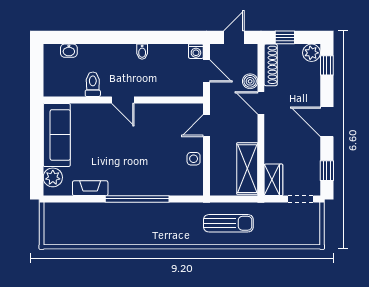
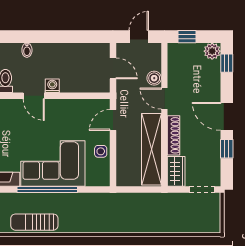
washing machine: (196, 51) -> (52, 86), moved, turned 180
bidet: (142, 52) -> (27, 50), moved
shoe rack: (271, 65) -> (174, 135), moved
shelving: (247, 169) -> (151, 149), width x1.47
window: (327, 171) -> (227, 149), moved
corner sofa: (143, 172) -> (53, 163), added
sun lounger: (228, 223) -> (34, 222), moved, turned 180

